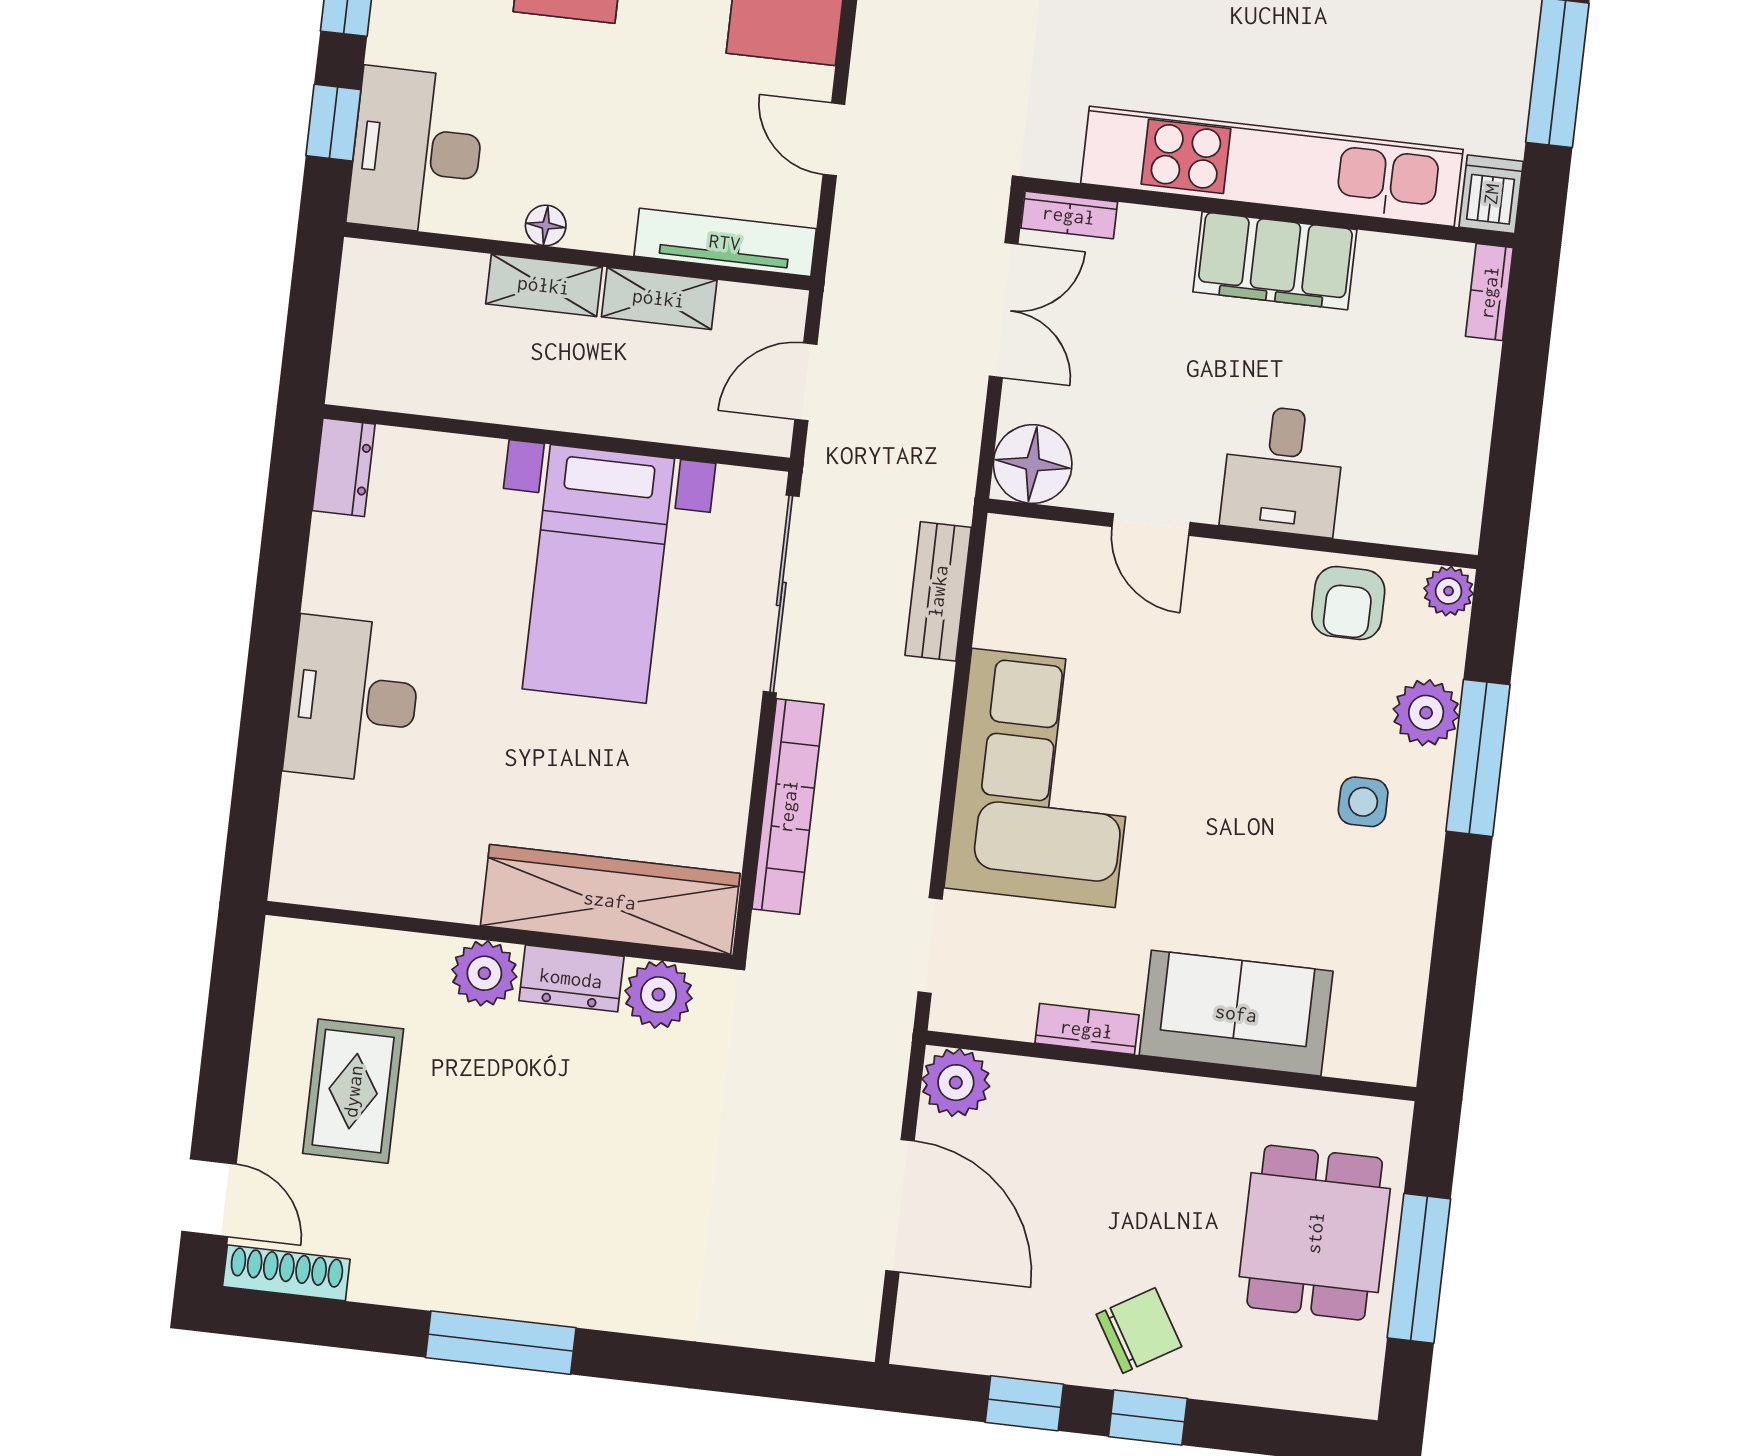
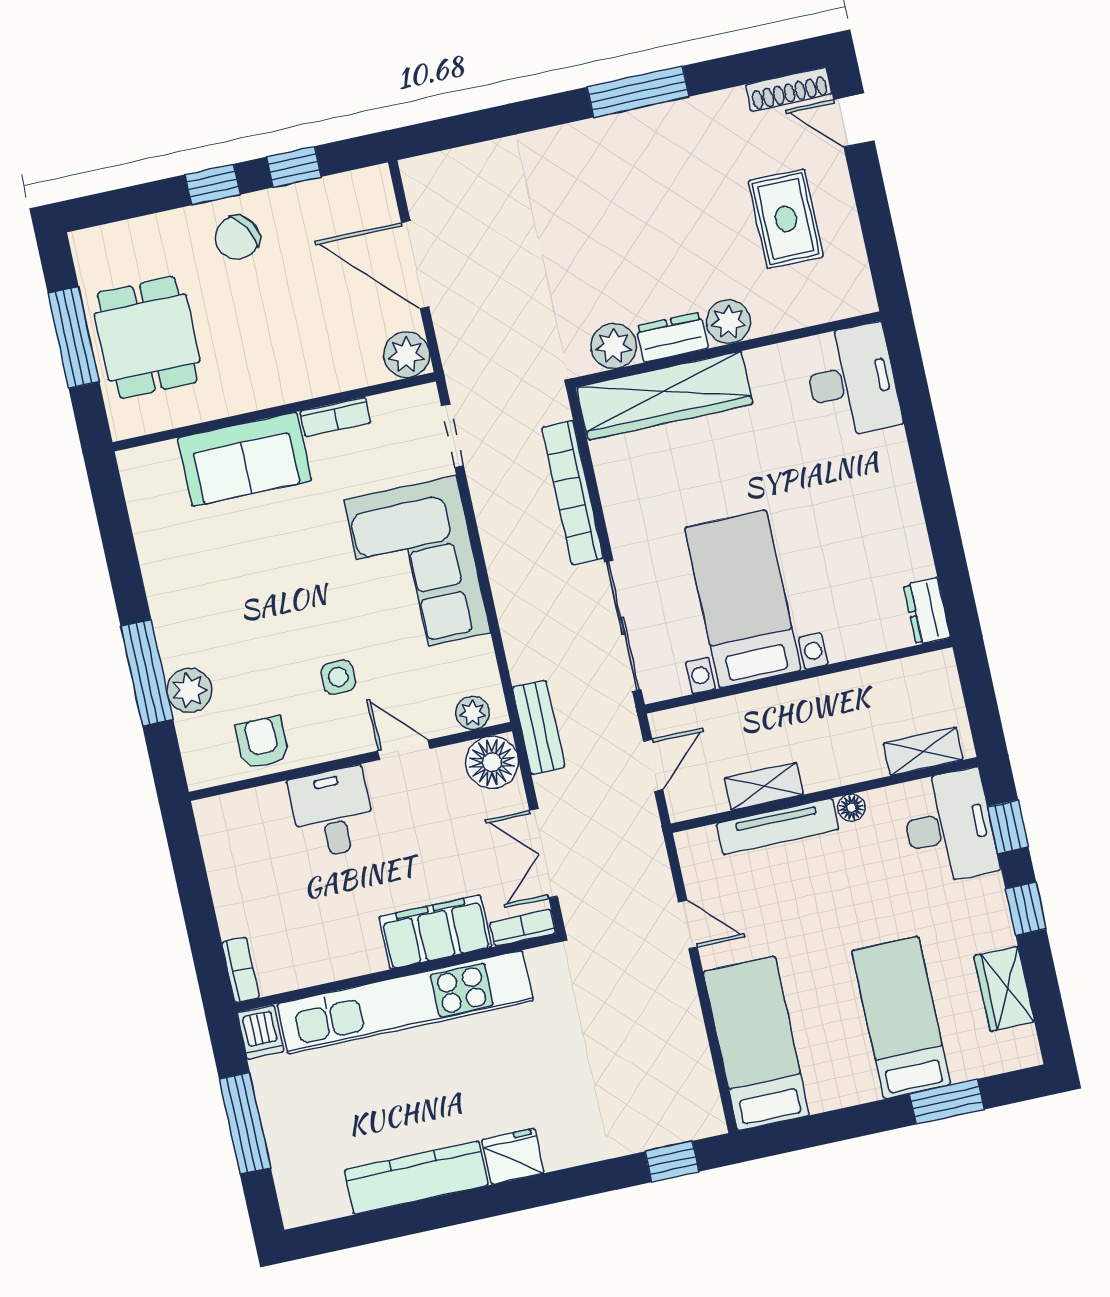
tv unit: (725, 242) -> (778, 827), moved
filing cabinet: (1275, 261) -> (435, 932), moved
shelving: (544, 285) -> (923, 751), moved
bench: (938, 591) -> (538, 727), moved
plant: (1449, 591) -> (473, 713), moved
desk: (353, 699) -> (852, 381), moved
side table: (1363, 802) -> (338, 677), moved

